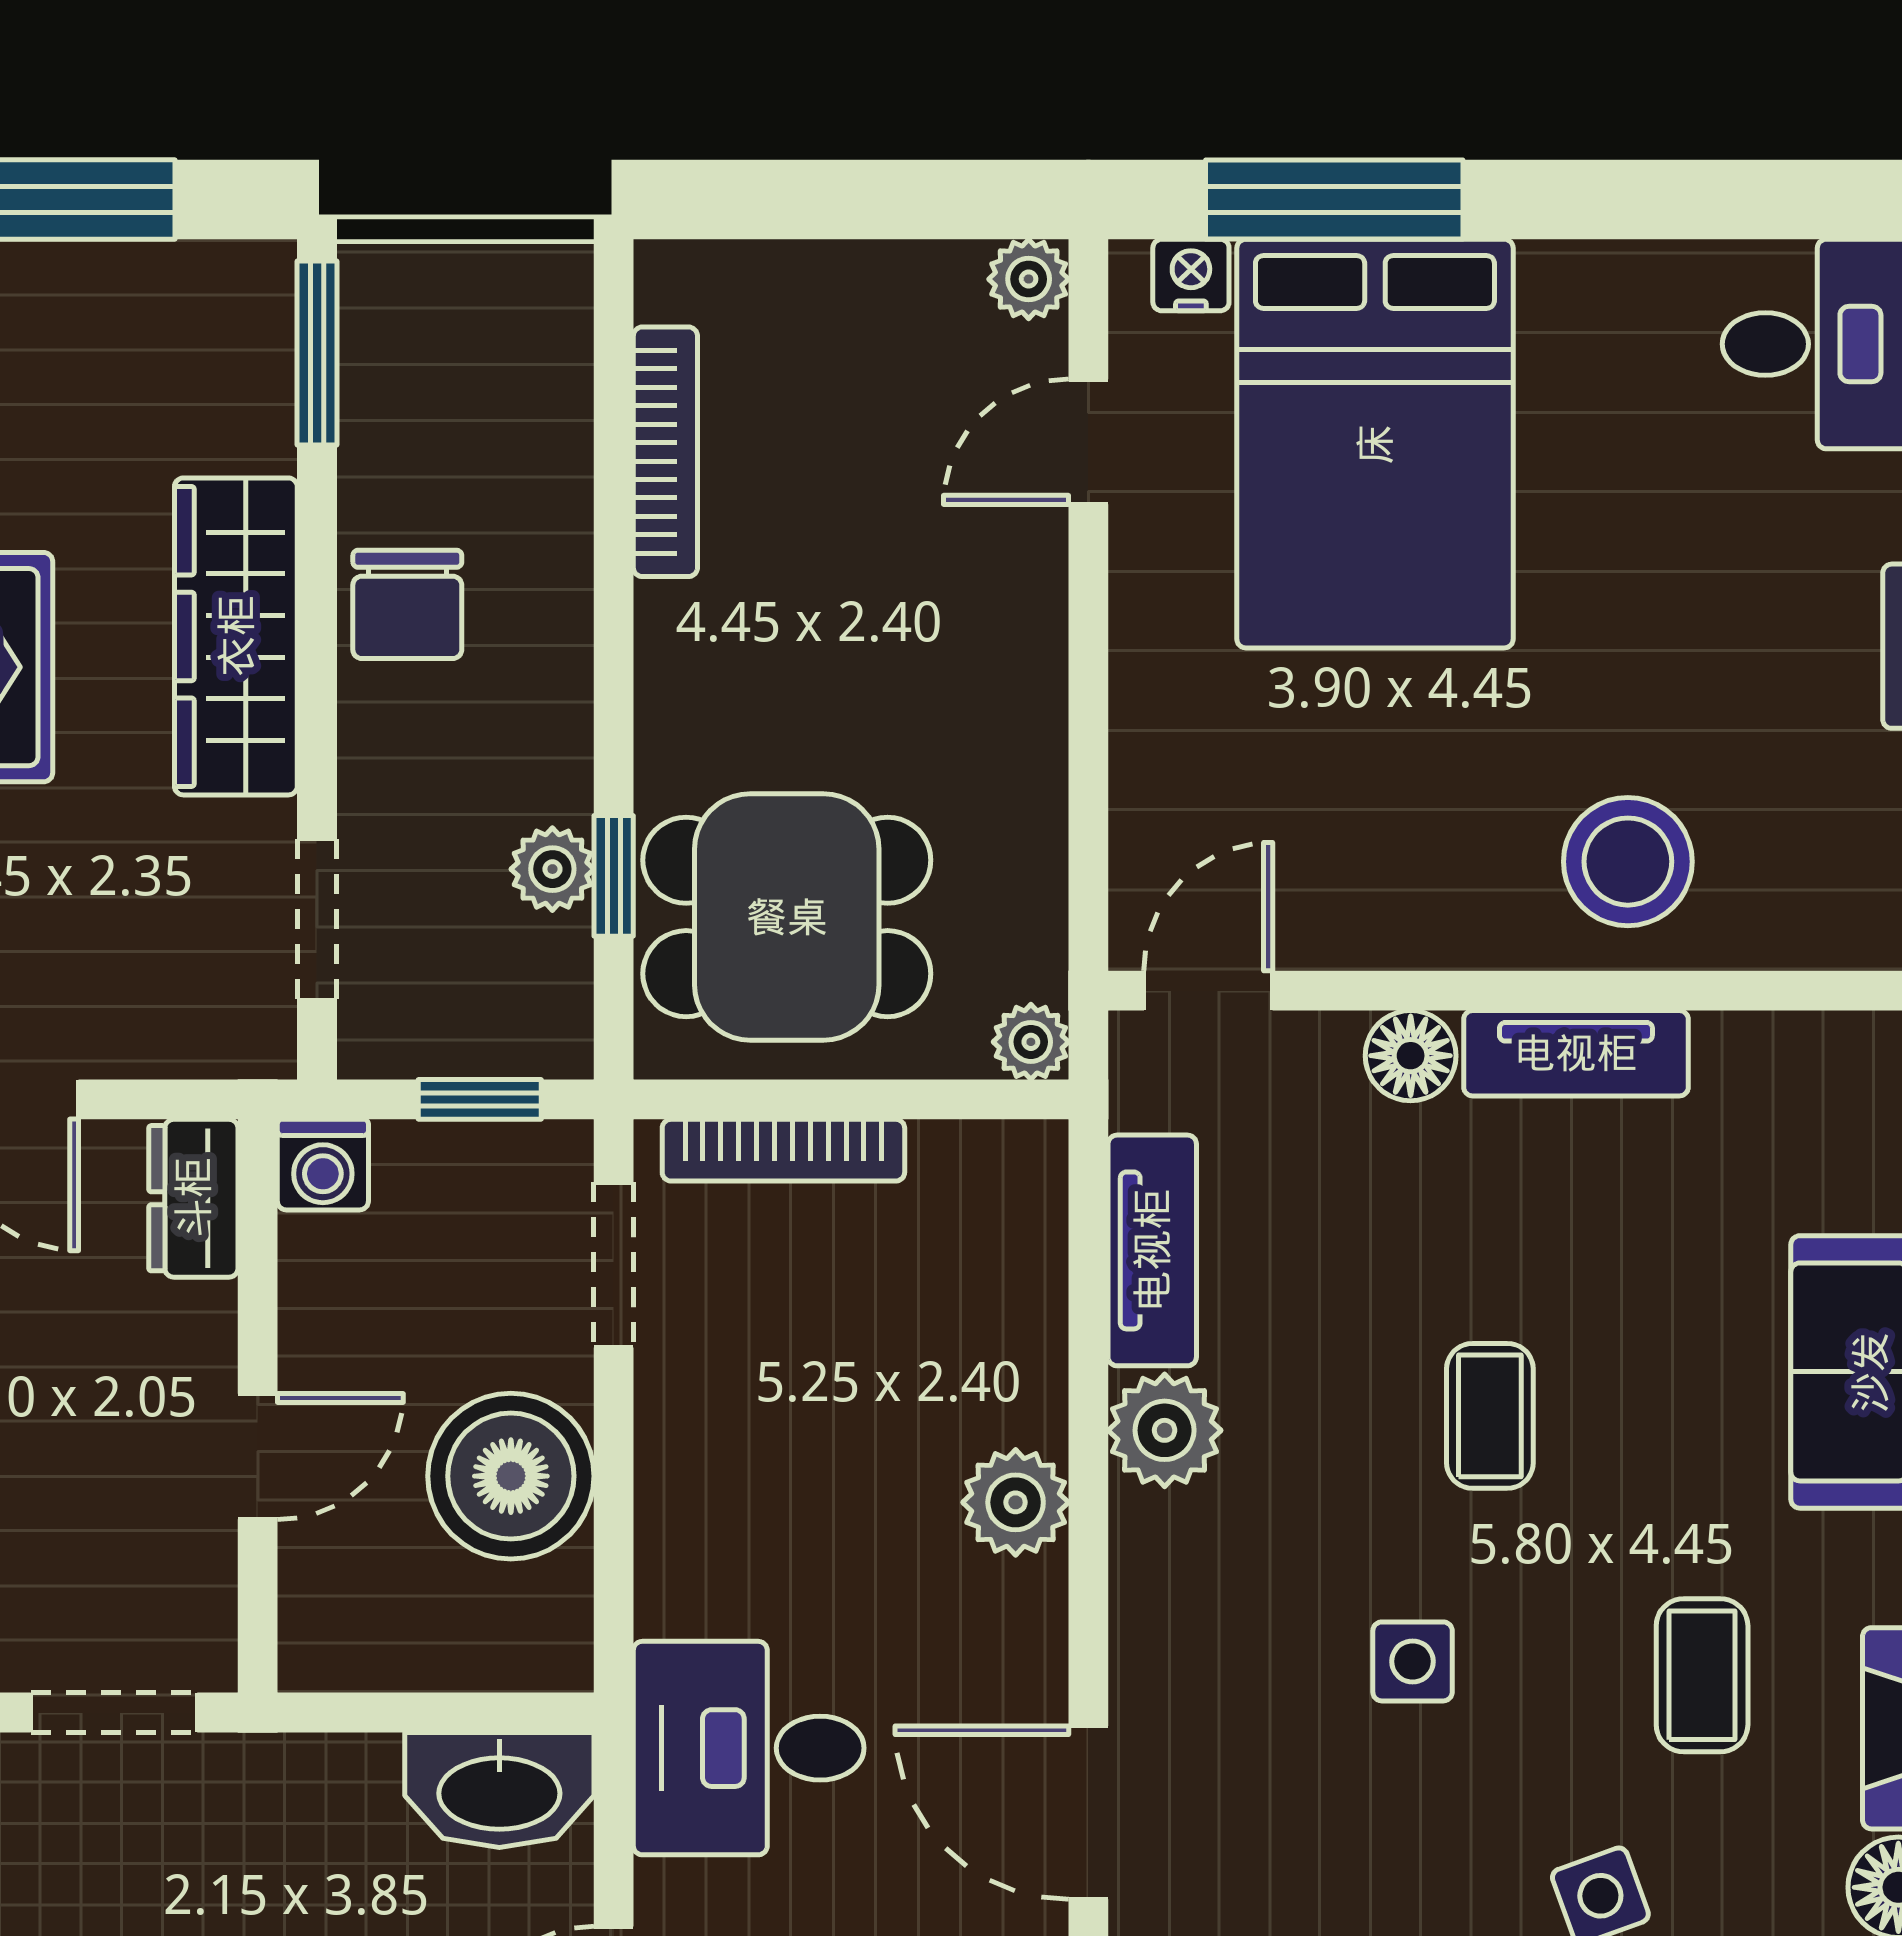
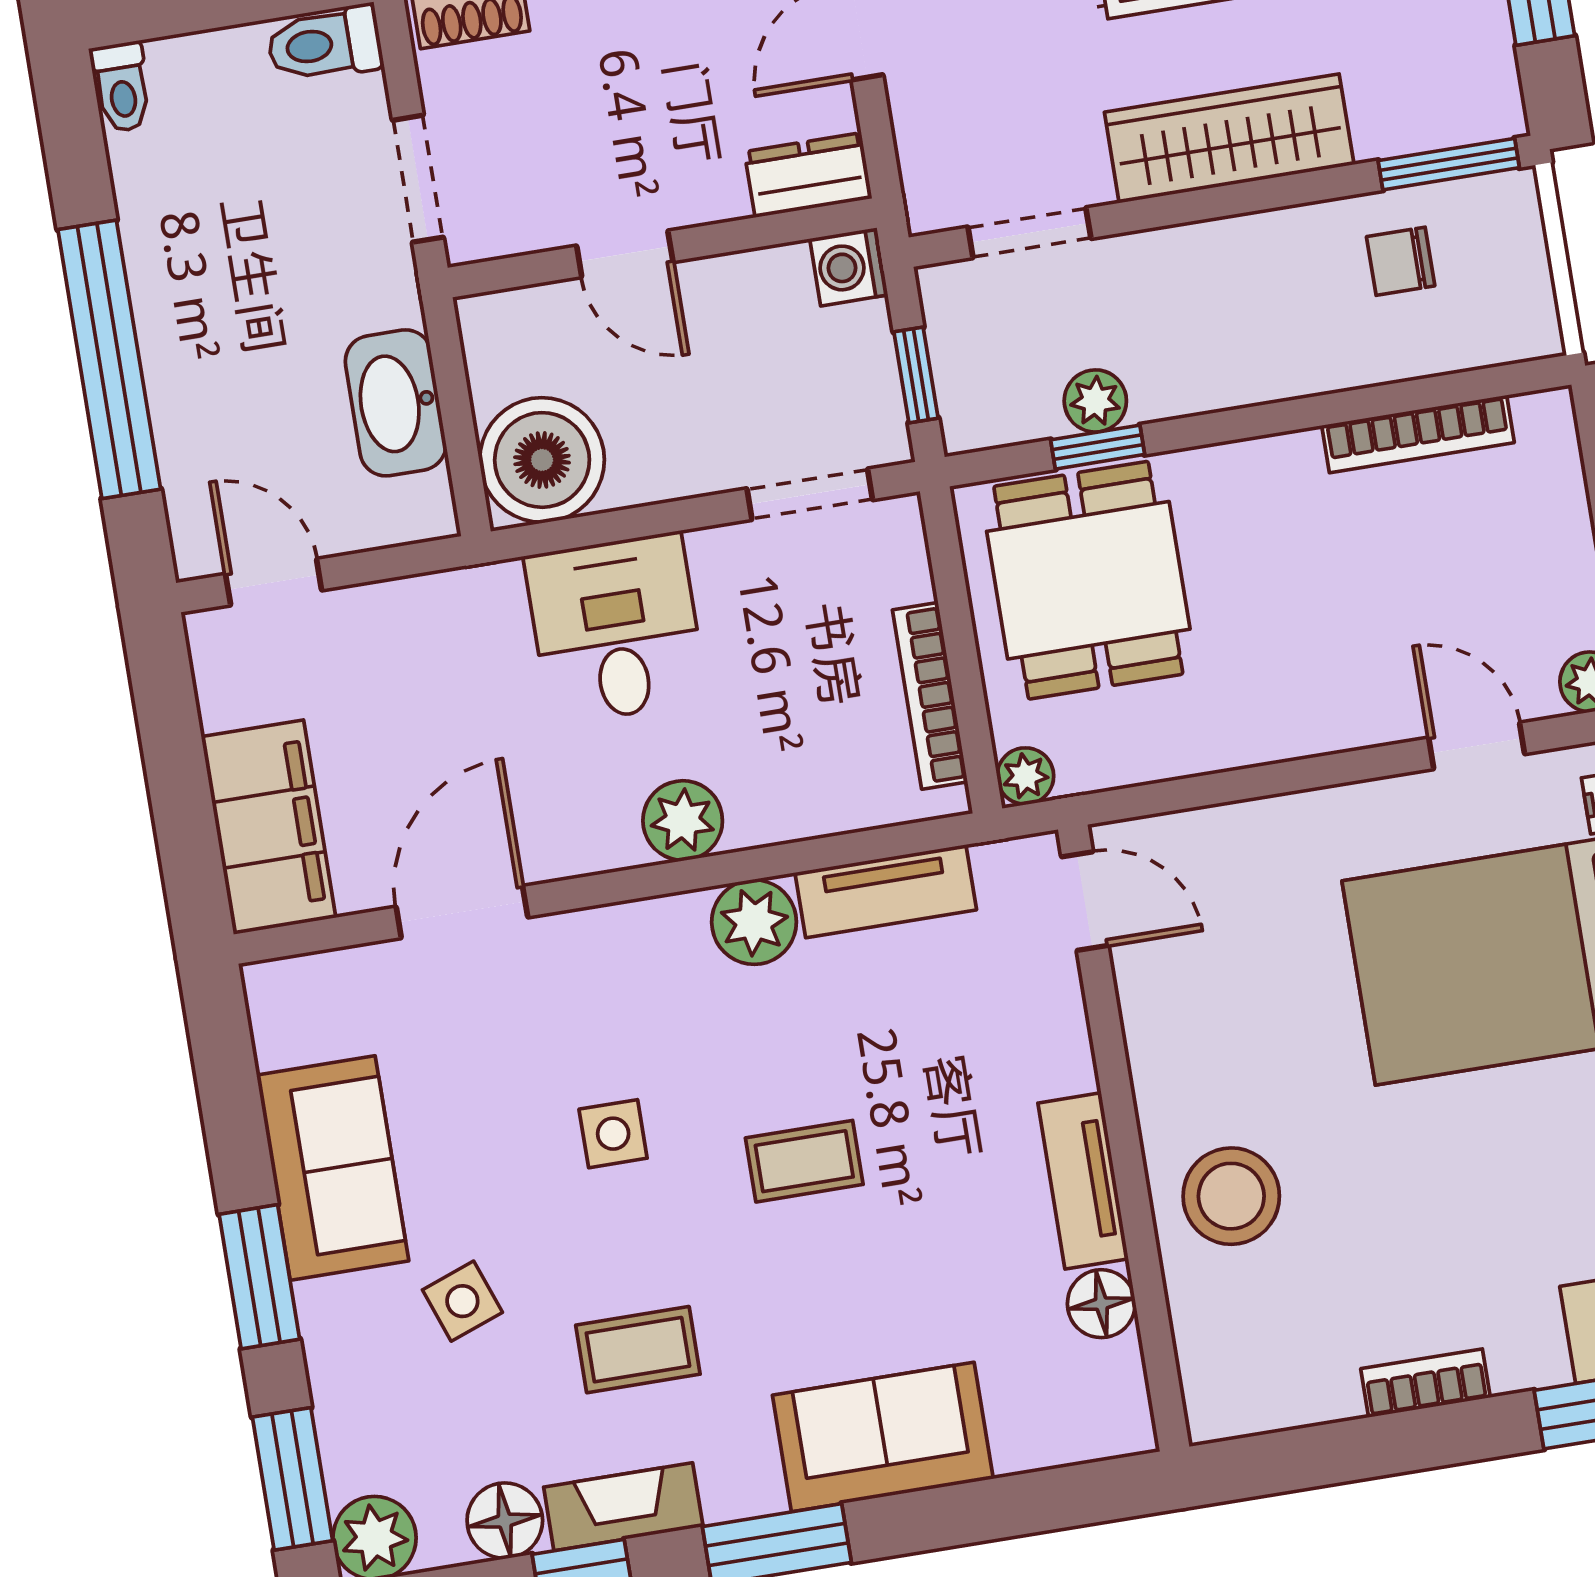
chair: (407, 604) -> (1401, 261), moved, width x0.73, depth x0.73
floor lamp: (1411, 1056) -> (1101, 1304), moved
bookcase: (783, 1150) -> (930, 696), moved
boiler: (511, 1476) -> (542, 460), moved
desk: (749, 1748) -> (616, 629), moved
washbasin: (499, 1790) -> (396, 403), moved

